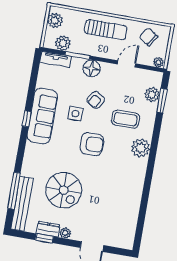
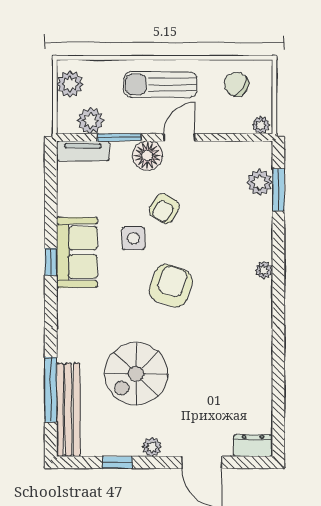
sun lounger: (106, 30) -> (160, 84), turned 180
door: (126, 64) -> (179, 137), moved
sofa: (42, 116) -> (77, 252), width x0.73
coffee table: (125, 119) -> (221, 233), removed
armchair: (92, 144) -> (171, 286), turned -70
plant: (141, 148) -> (264, 270), width x0.53, depth x0.53
spiral stairs: (64, 190) -> (136, 374), turned 90
dresser: (48, 229) -> (253, 446), moved

